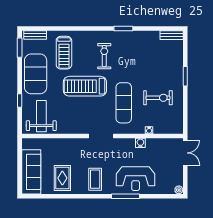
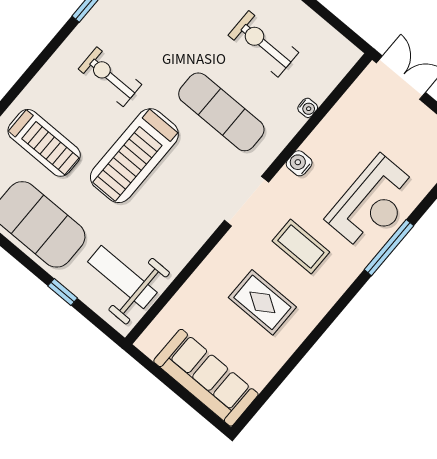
exercise bike: (158, 98) -> (263, 44), turned -90
water cooler: (140, 143) -> (299, 163), moved
rug: (62, 178) -> (262, 302), moved
coffee table: (95, 179) -> (301, 246), moved

